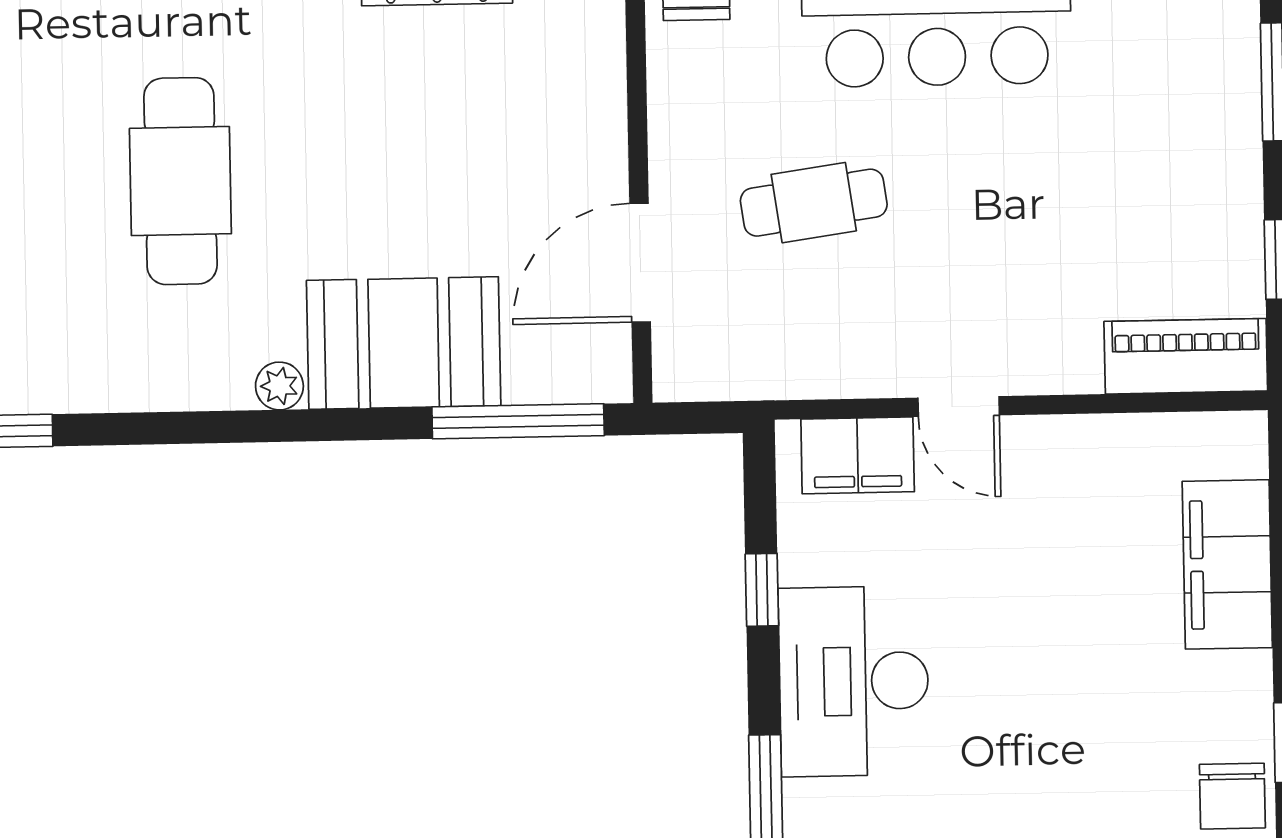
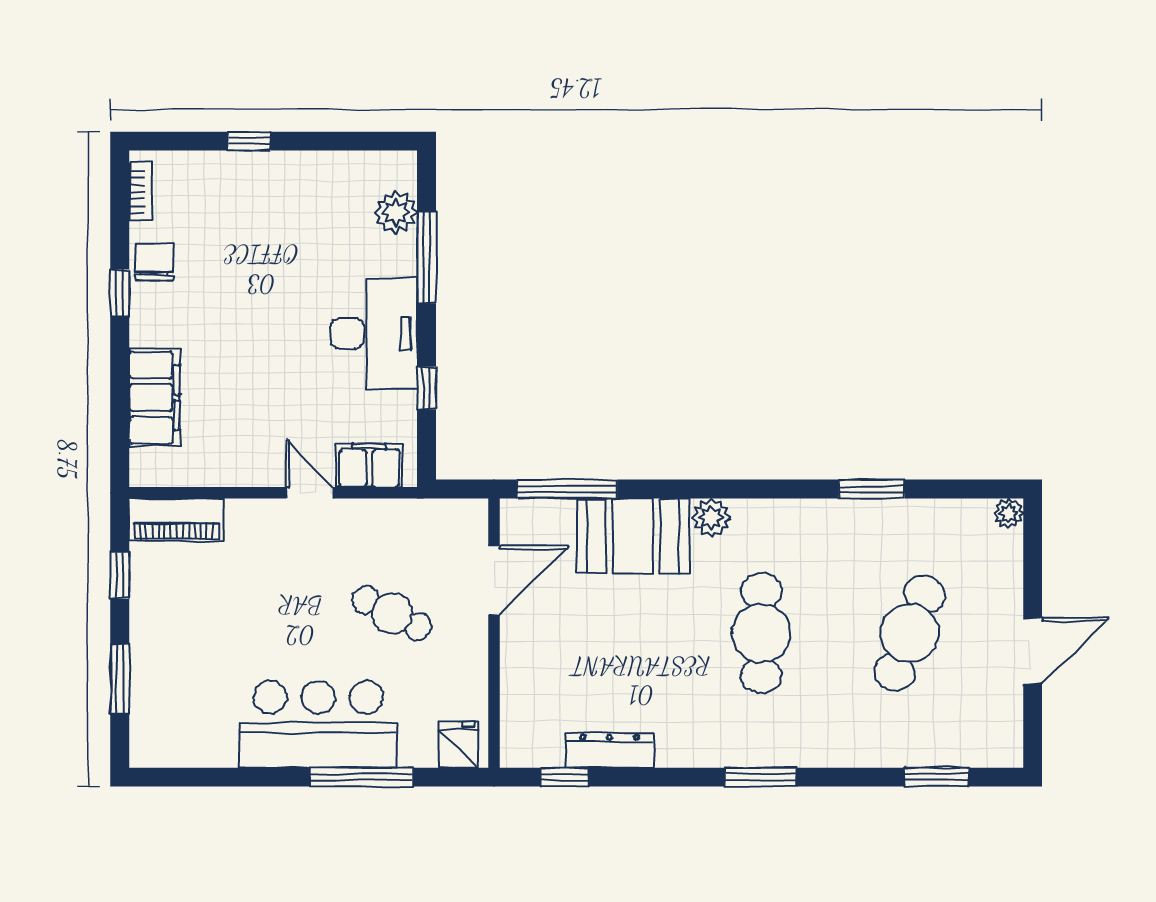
cafe table: (814, 203) -> (392, 613), turned 35
plant: (279, 386) -> (711, 518), width x1.38, depth x1.38

